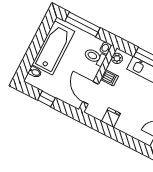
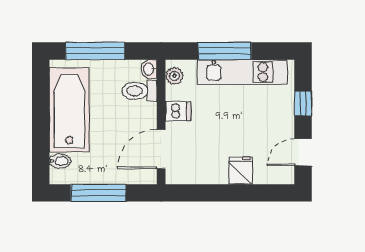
door: (91, 93) -> (161, 149), hinge flipped
window: (46, 99) -> (98, 193), width x2.17
fridge: (111, 117) -> (240, 171), moved

